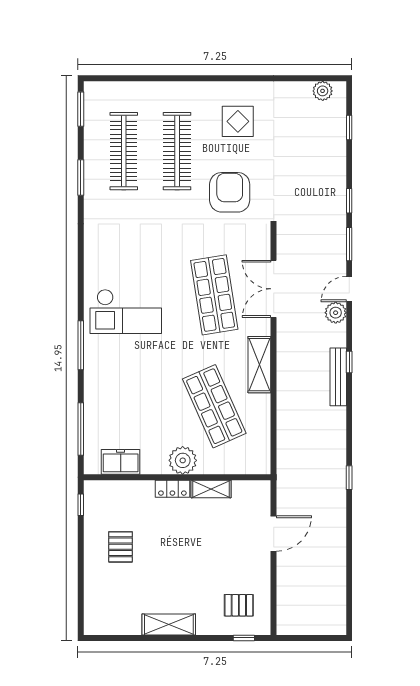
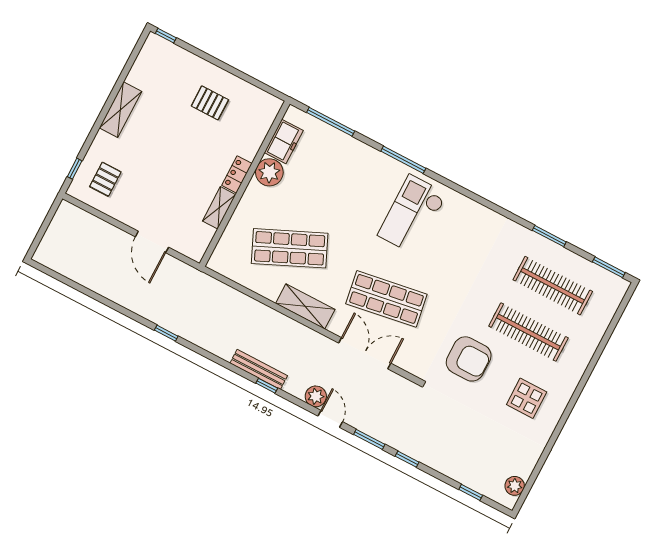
plant: (183, 460) -> (269, 172), moved
window: (81, 505) -> (166, 36), moved

